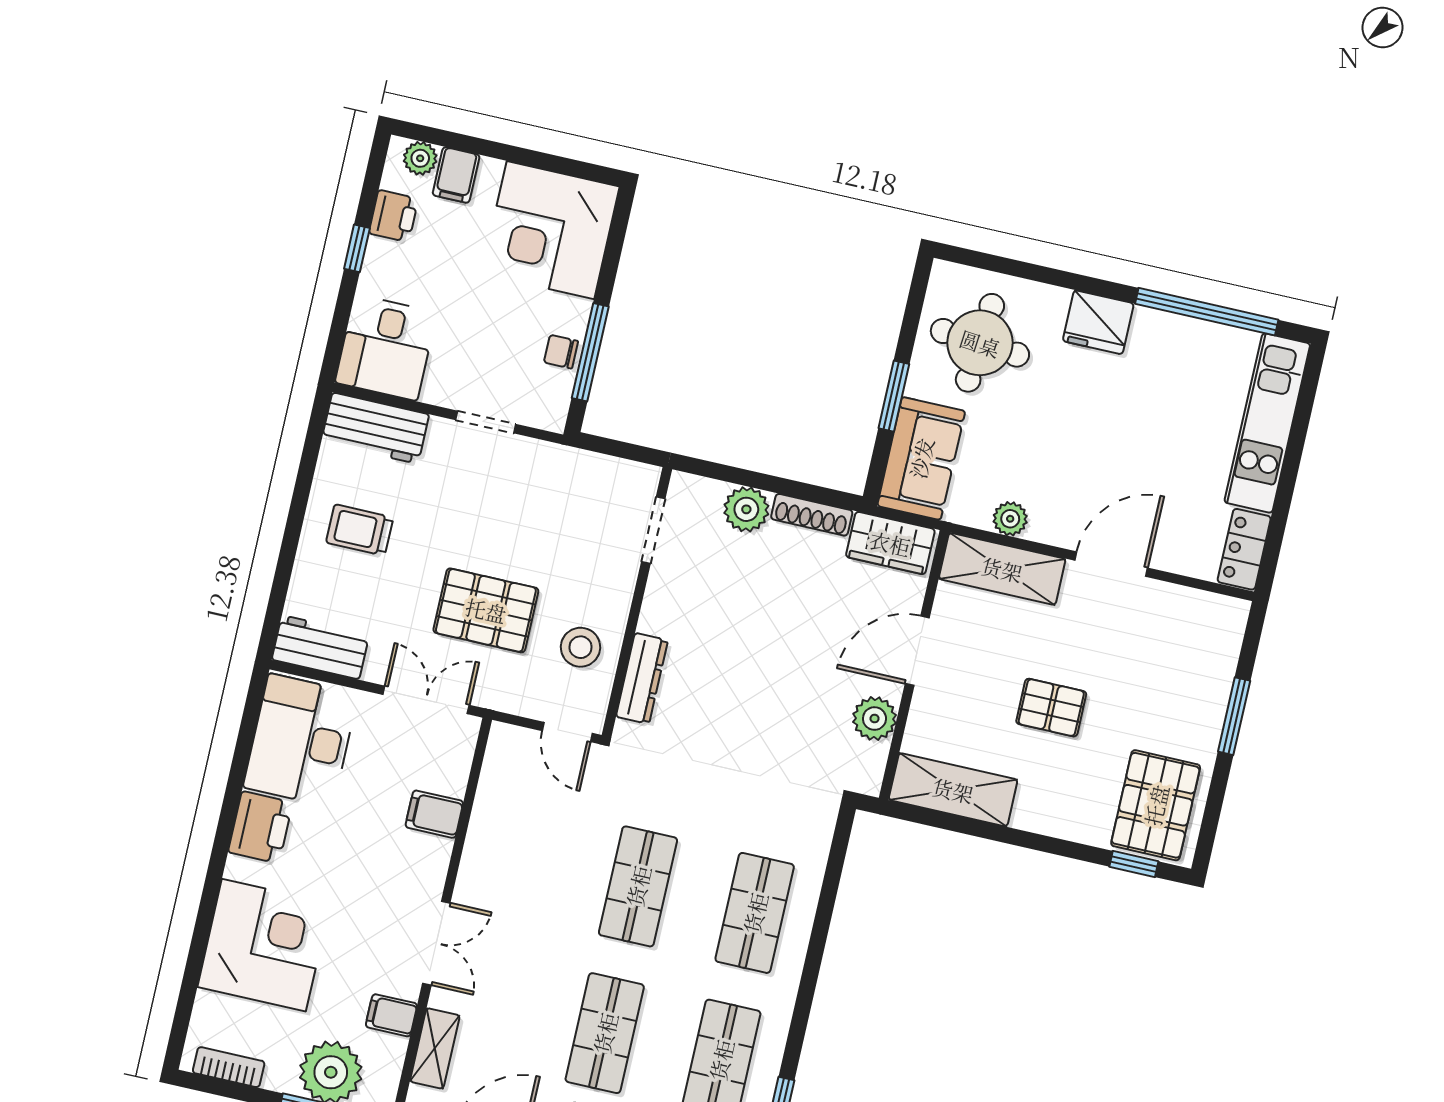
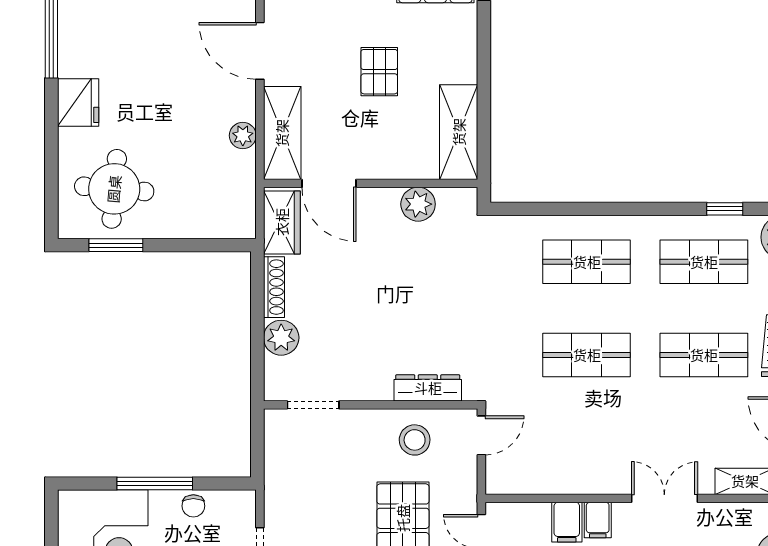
window: (590, 352) -> (155, 483), moved
window: (894, 396) -> (116, 245), moved
sofa: (921, 458) -> (212, 214), removed
door: (917, 651) -> (329, 183), moved
filing cabinet: (391, 1015) -> (598, 520), moved

